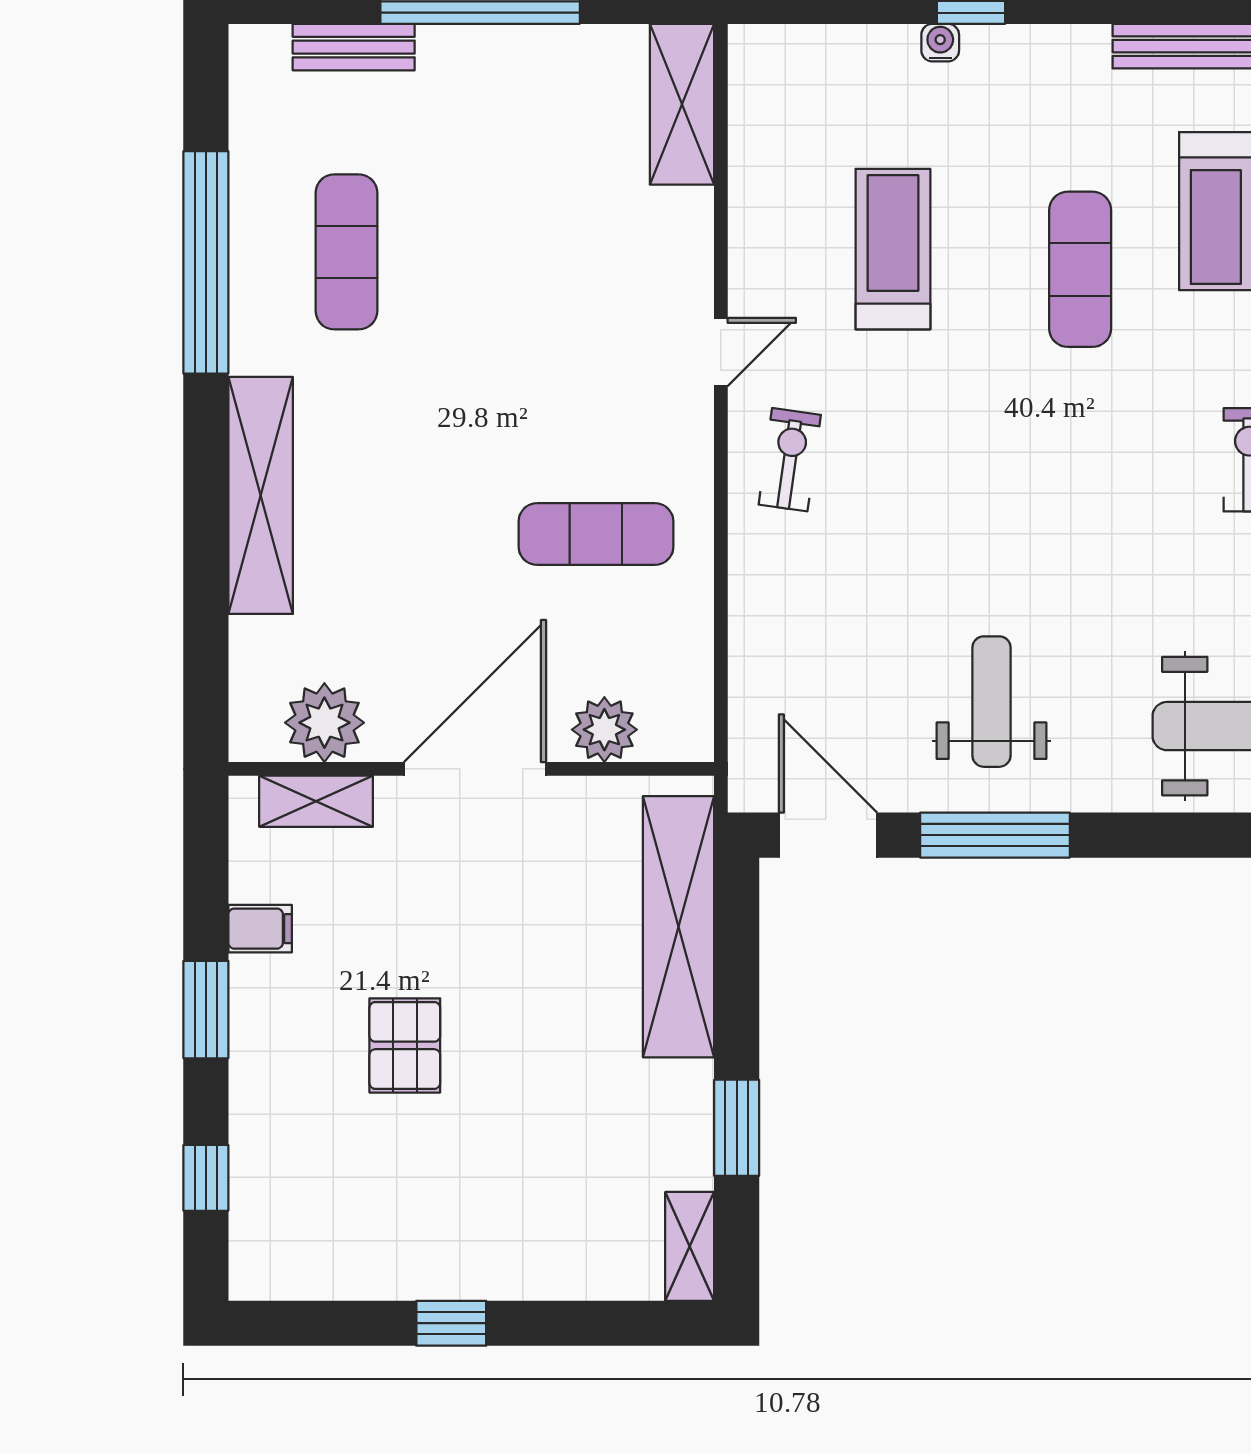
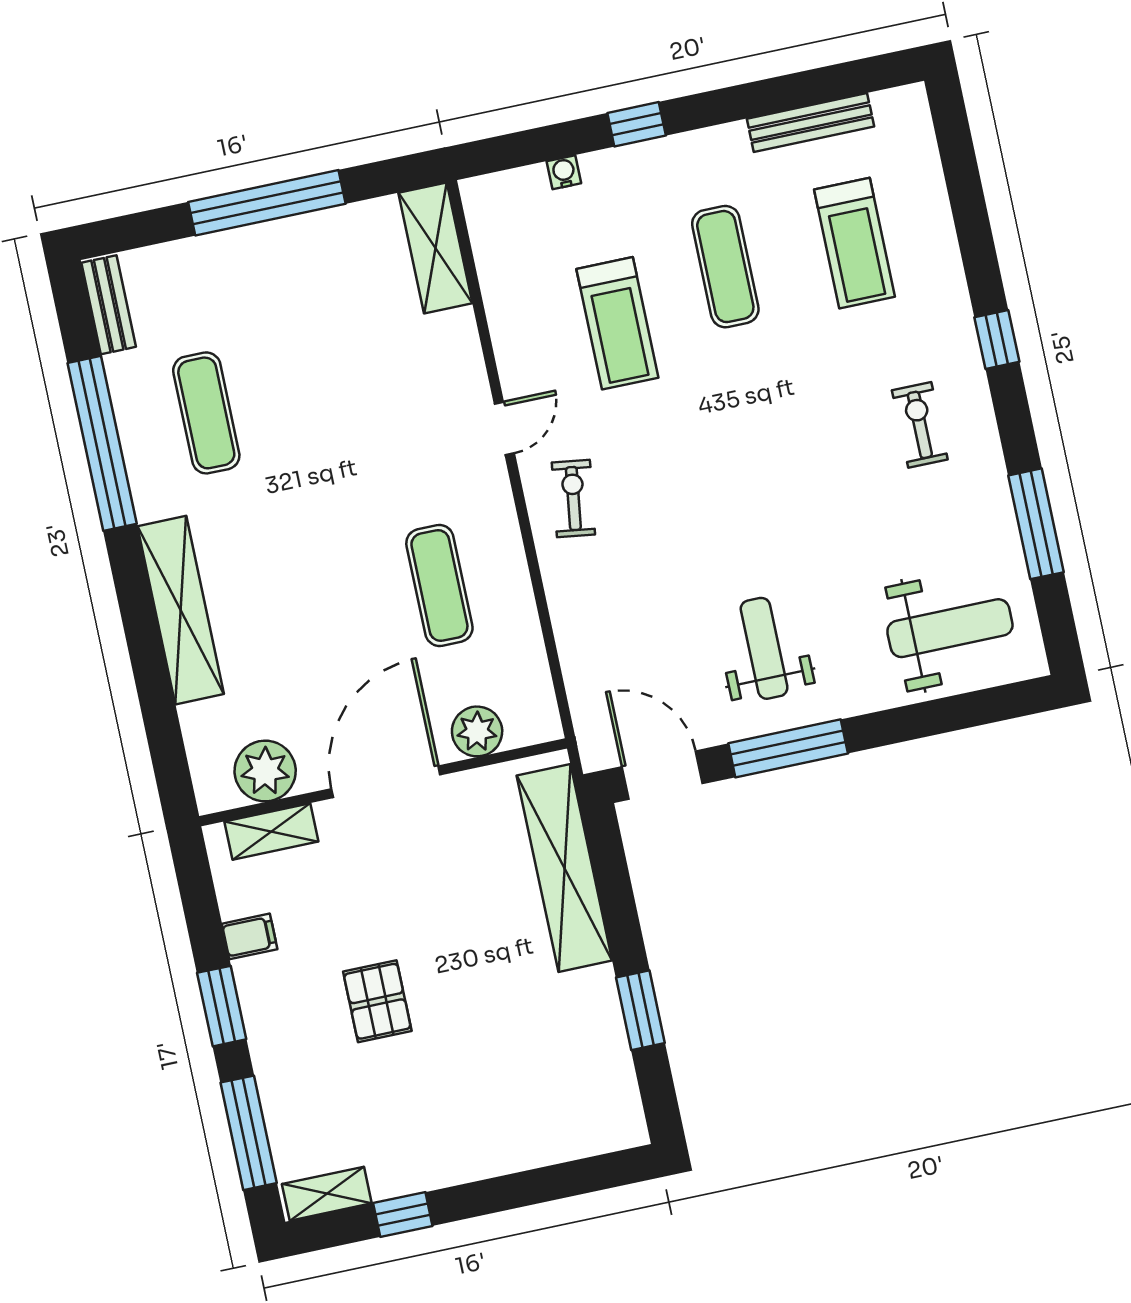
water cooler: (940, 43) -> (564, 172), moved
bench: (354, 47) -> (109, 305), moved, turned 90
treadmill: (893, 249) -> (617, 323), turned 180
exercise mat: (1080, 269) -> (725, 267), moved
exercise mat: (596, 534) -> (439, 586), turned 90
window: (206, 1178) -> (249, 1133), width x2.17
shelving: (690, 1246) -> (327, 1194), moved, turned 90
window: (451, 1323) -> (403, 1214), moved

